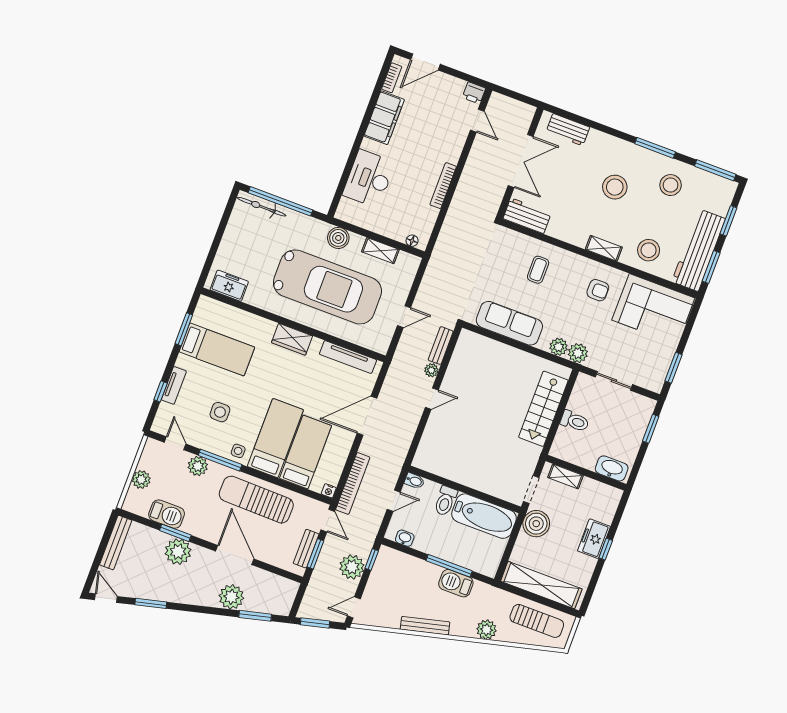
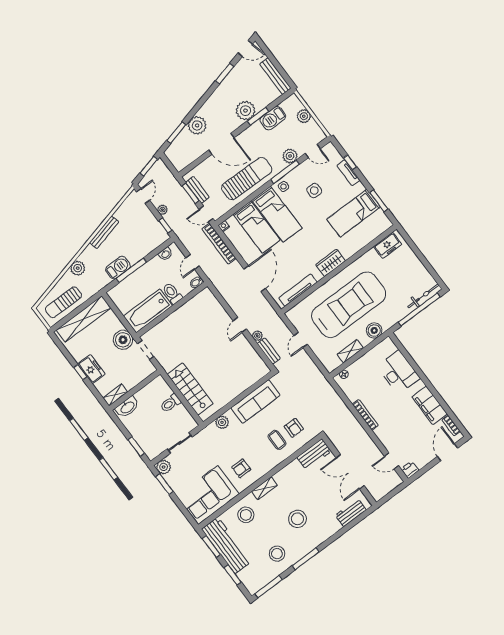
armchair: (512, 259) -> (294, 428), added
car: (327, 287) -> (349, 305), turned 180
plant: (578, 353) -> (164, 467), moved
shelving: (565, 476) -> (115, 395), moved
plant: (352, 567) -> (162, 210), width x0.53, depth x0.53

